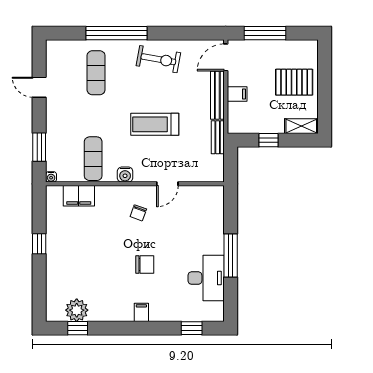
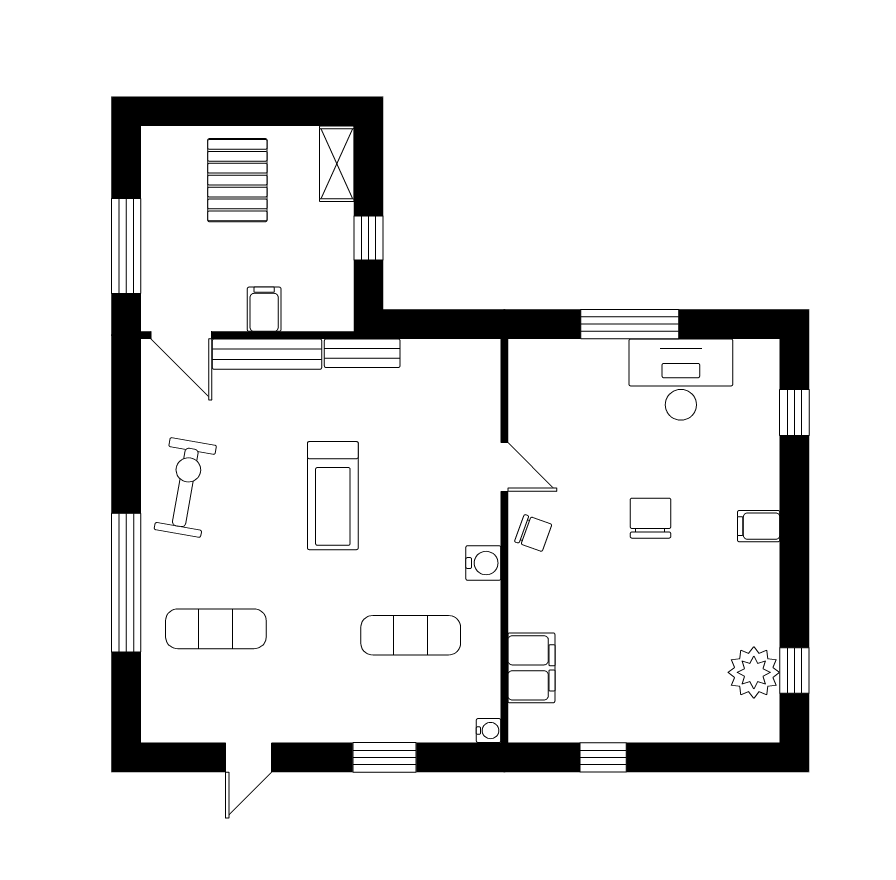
water cooler: (125, 175) -> (483, 563), moved
water cooler: (51, 177) -> (489, 731), moved
wall: (135, 184) -> (504, 541), moved
door: (167, 184) -> (504, 467), moved
filing cabinet: (79, 196) -> (531, 668), moved

